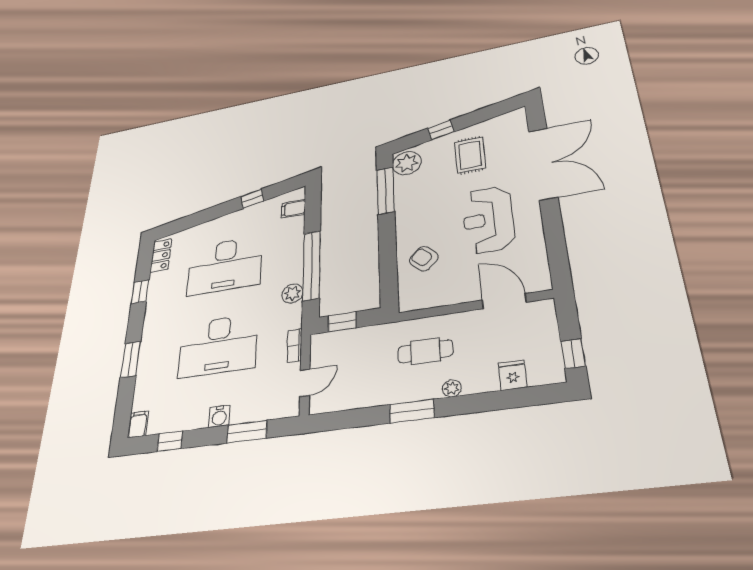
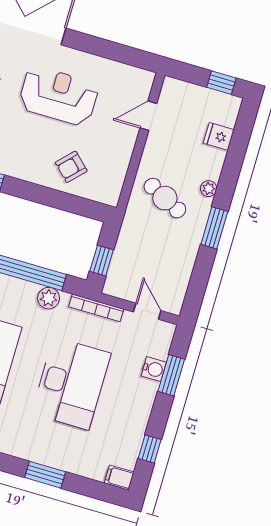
reception desk: (488, 220) -> (59, 96), turned 180
door: (504, 301) -> (148, 116), width x0.73
bookcase: (295, 345) -> (96, 308), width x1.56
cafe table: (425, 351) -> (165, 198), turned -63
water cooler: (219, 416) -> (154, 369), moved

